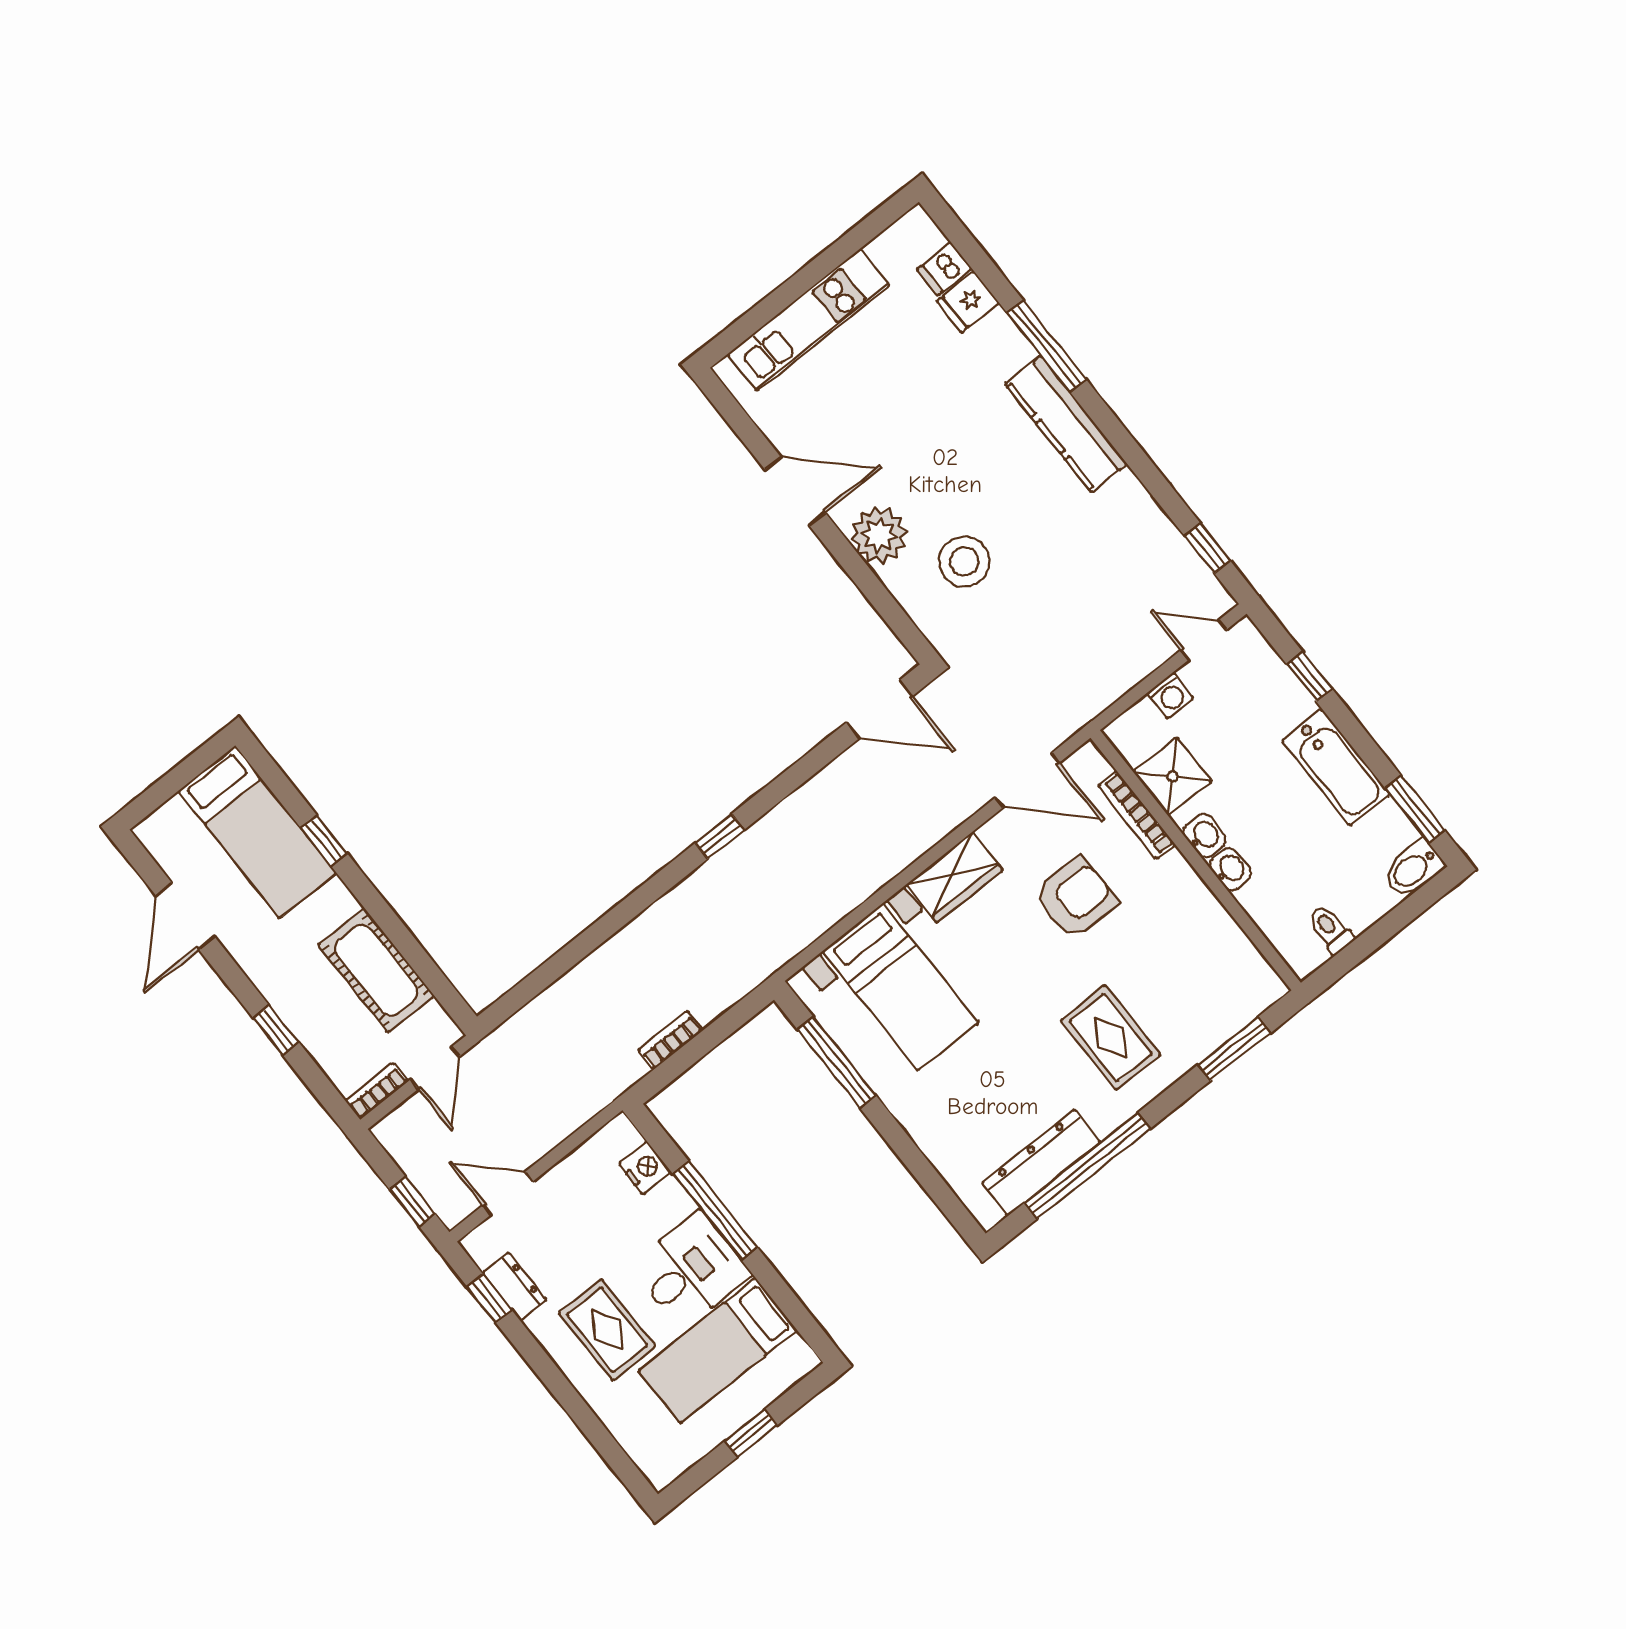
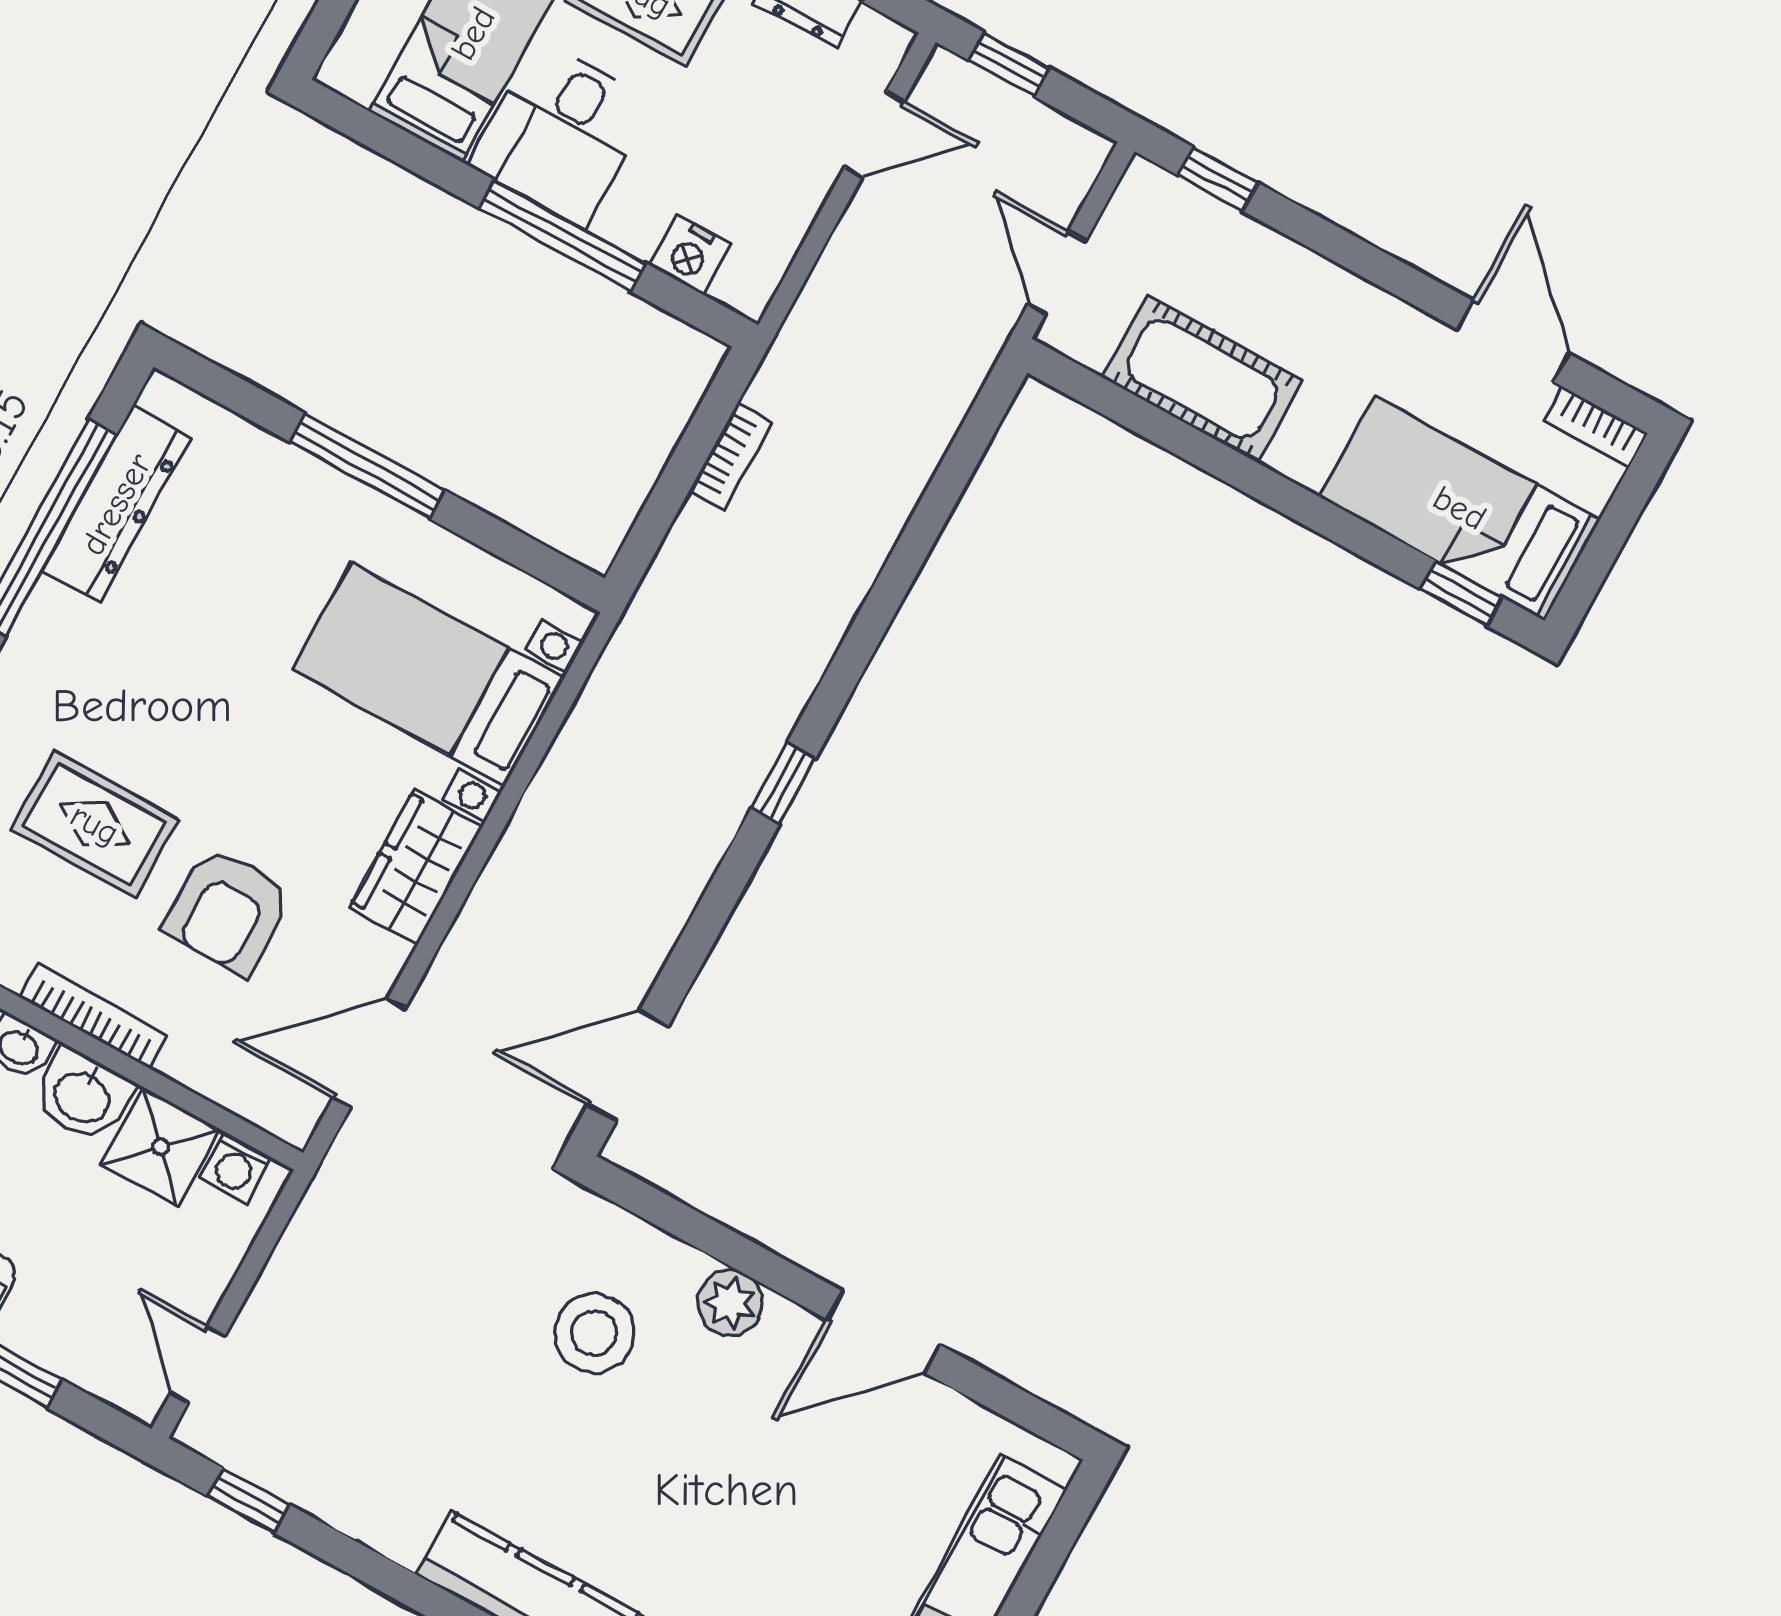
plant: (879, 535) -> (730, 1303), width x0.73, depth x0.73
door: (1204, 640) -> (198, 1365), swing flipped
washing machine: (1170, 695) -> (235, 1168), moved, turned -90
bookcase: (1137, 815) -> (94, 1016), moved
washbasin: (1204, 836) -> (83, 1095), width x1.38, depth x1.45
window: (324, 841) -> (1461, 593), moved
window: (276, 1030) -> (1218, 179), moved
rug: (1111, 1038) -> (95, 824), moved
window: (837, 1062) -> (367, 466), moved
bookcase: (377, 1091) -> (1596, 427), moved, turned 90

